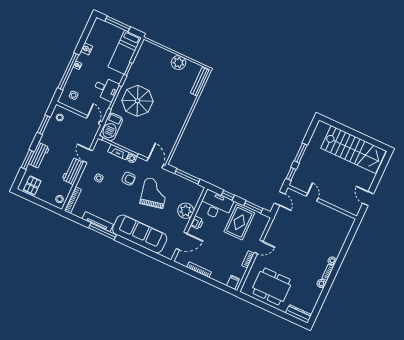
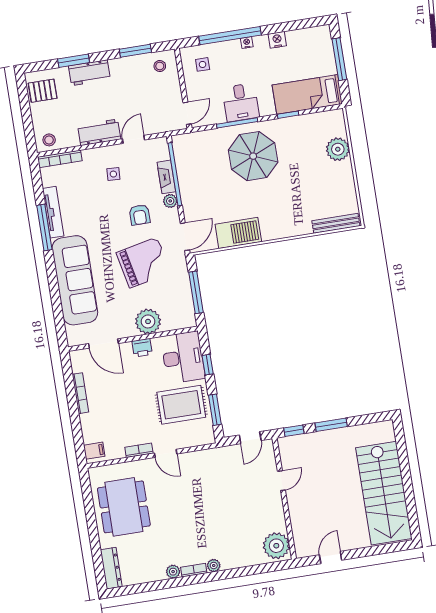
plant: (179, 63) -> (338, 149), moved
barbecue: (111, 127) -> (238, 233), moved, turned 180
plant: (343, 222) -> (276, 546), added

